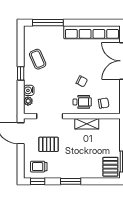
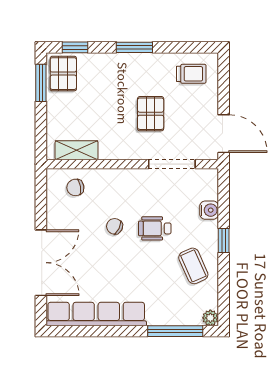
plant: (28, 101) -> (210, 318), moved
wheelchair: (82, 102) -> (155, 228), moved
shelving: (87, 124) -> (77, 150), moved
pallet: (48, 144) -> (151, 114), moved, turned 90
window: (38, 181) -> (75, 47), moved

